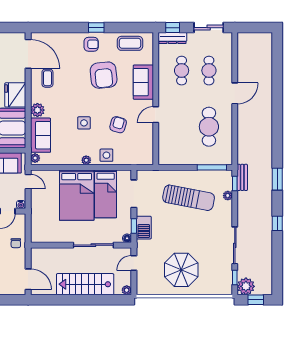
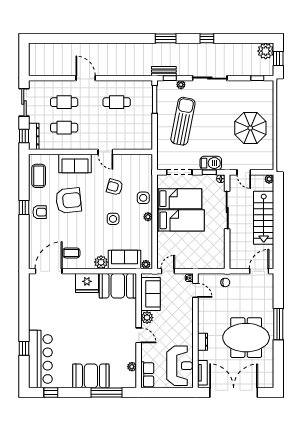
armchair: (91, 44) -> (40, 212), turned 90
cafe table: (209, 127) -> (117, 102), width x0.73, depth x0.74
bed: (77, 195) -> (180, 220), width x0.67
sliding door: (235, 245) -> (210, 78), moved
plant: (246, 286) -> (266, 51), moved

